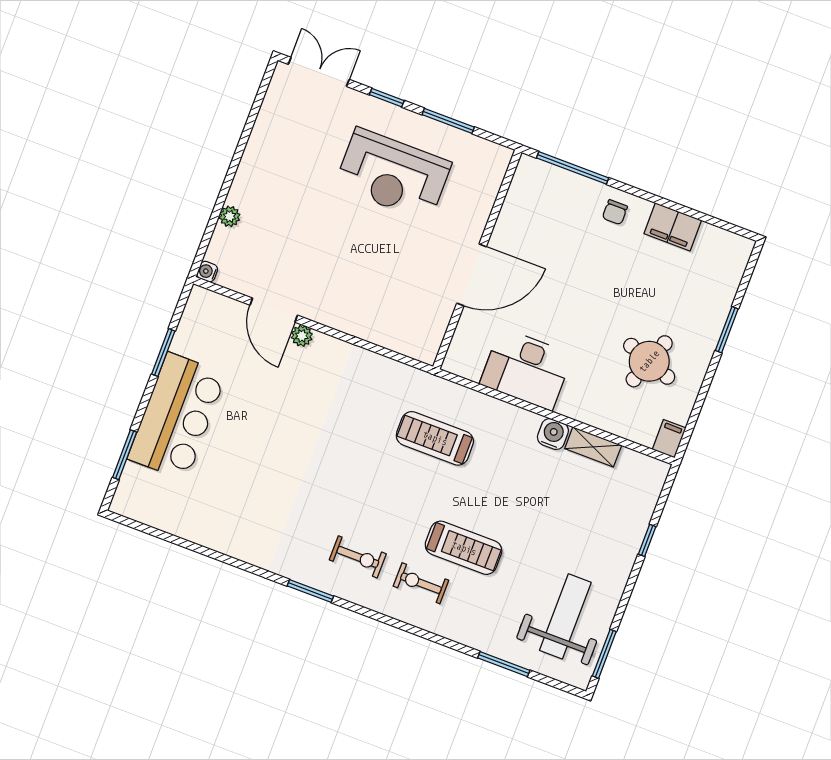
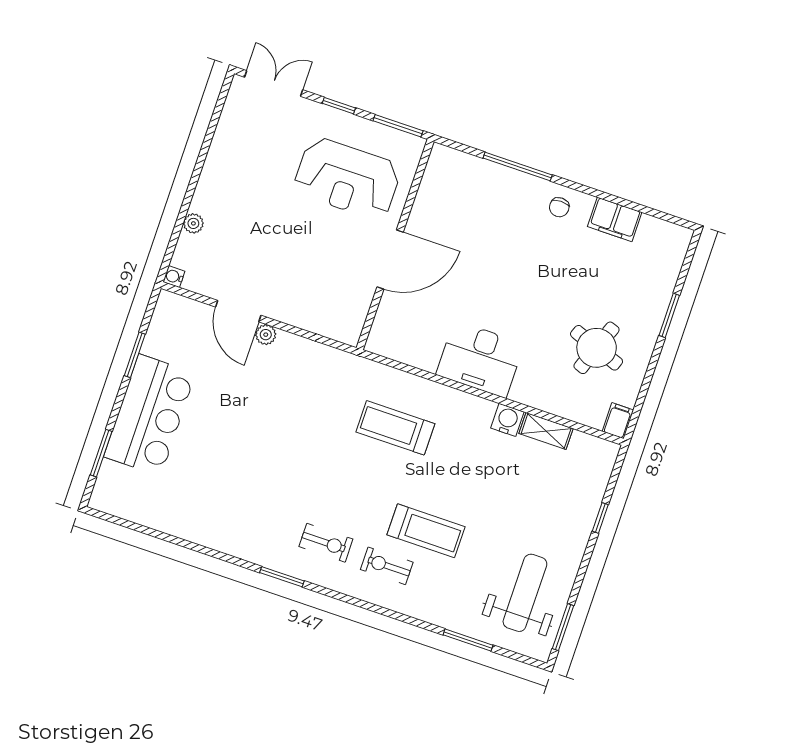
wall: (477, 259) -> (395, 245), moved
door: (472, 275) -> (390, 259), moved

